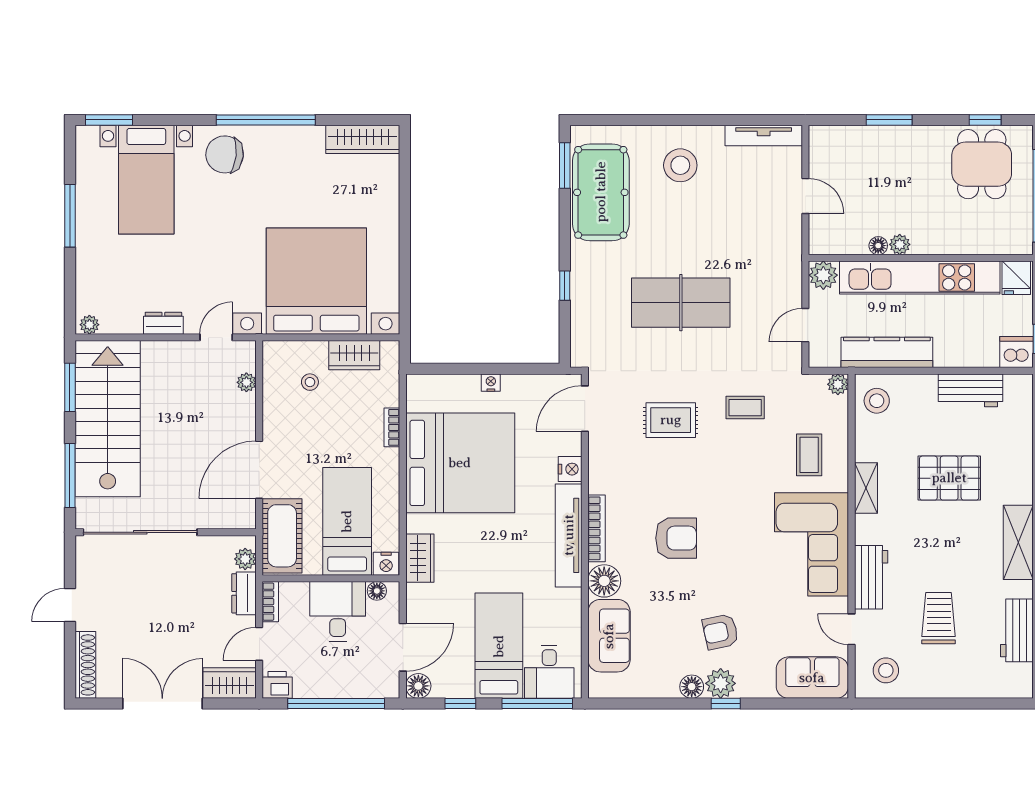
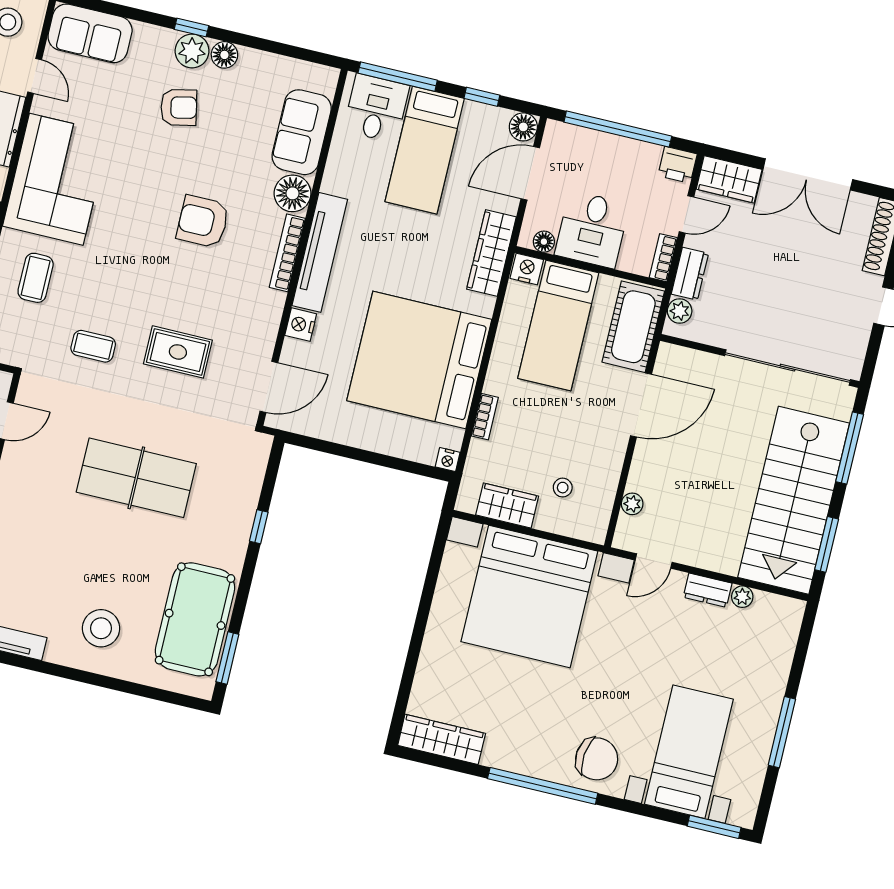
plant: (89, 325) -> (742, 597), moved
nightstand: (491, 383) -> (448, 460), moved
wardrobe: (420, 558) -> (491, 253), width x1.50

